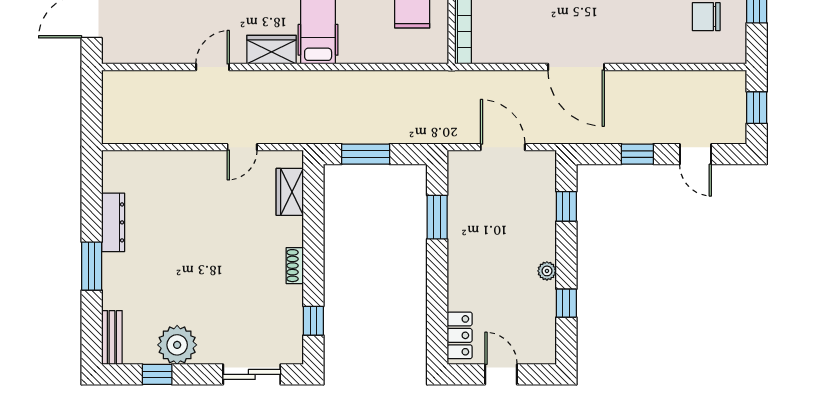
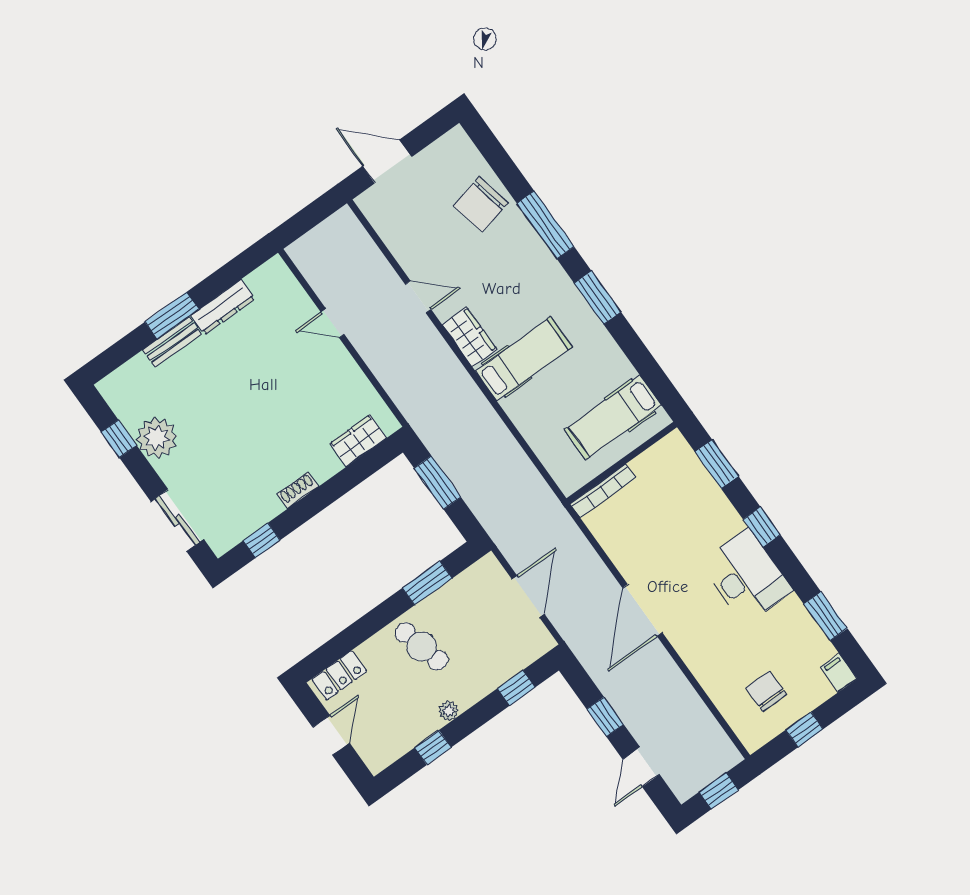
door: (242, 147) -> (333, 323), moved
cafe table: (483, 256) -> (422, 646), added
bench: (112, 337) -> (172, 342), moved

